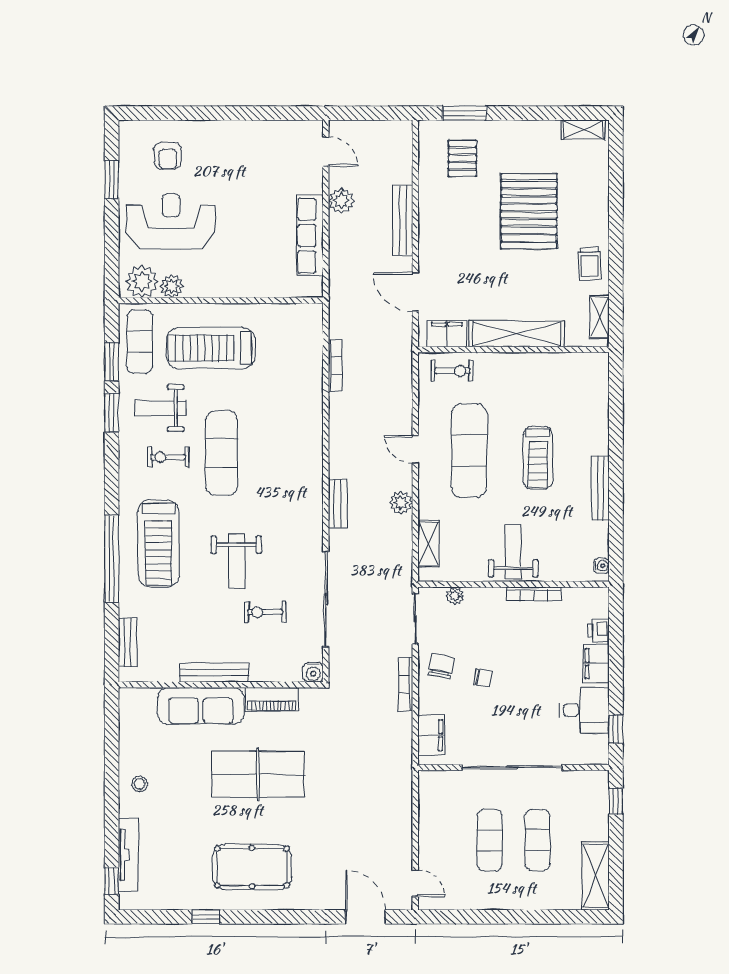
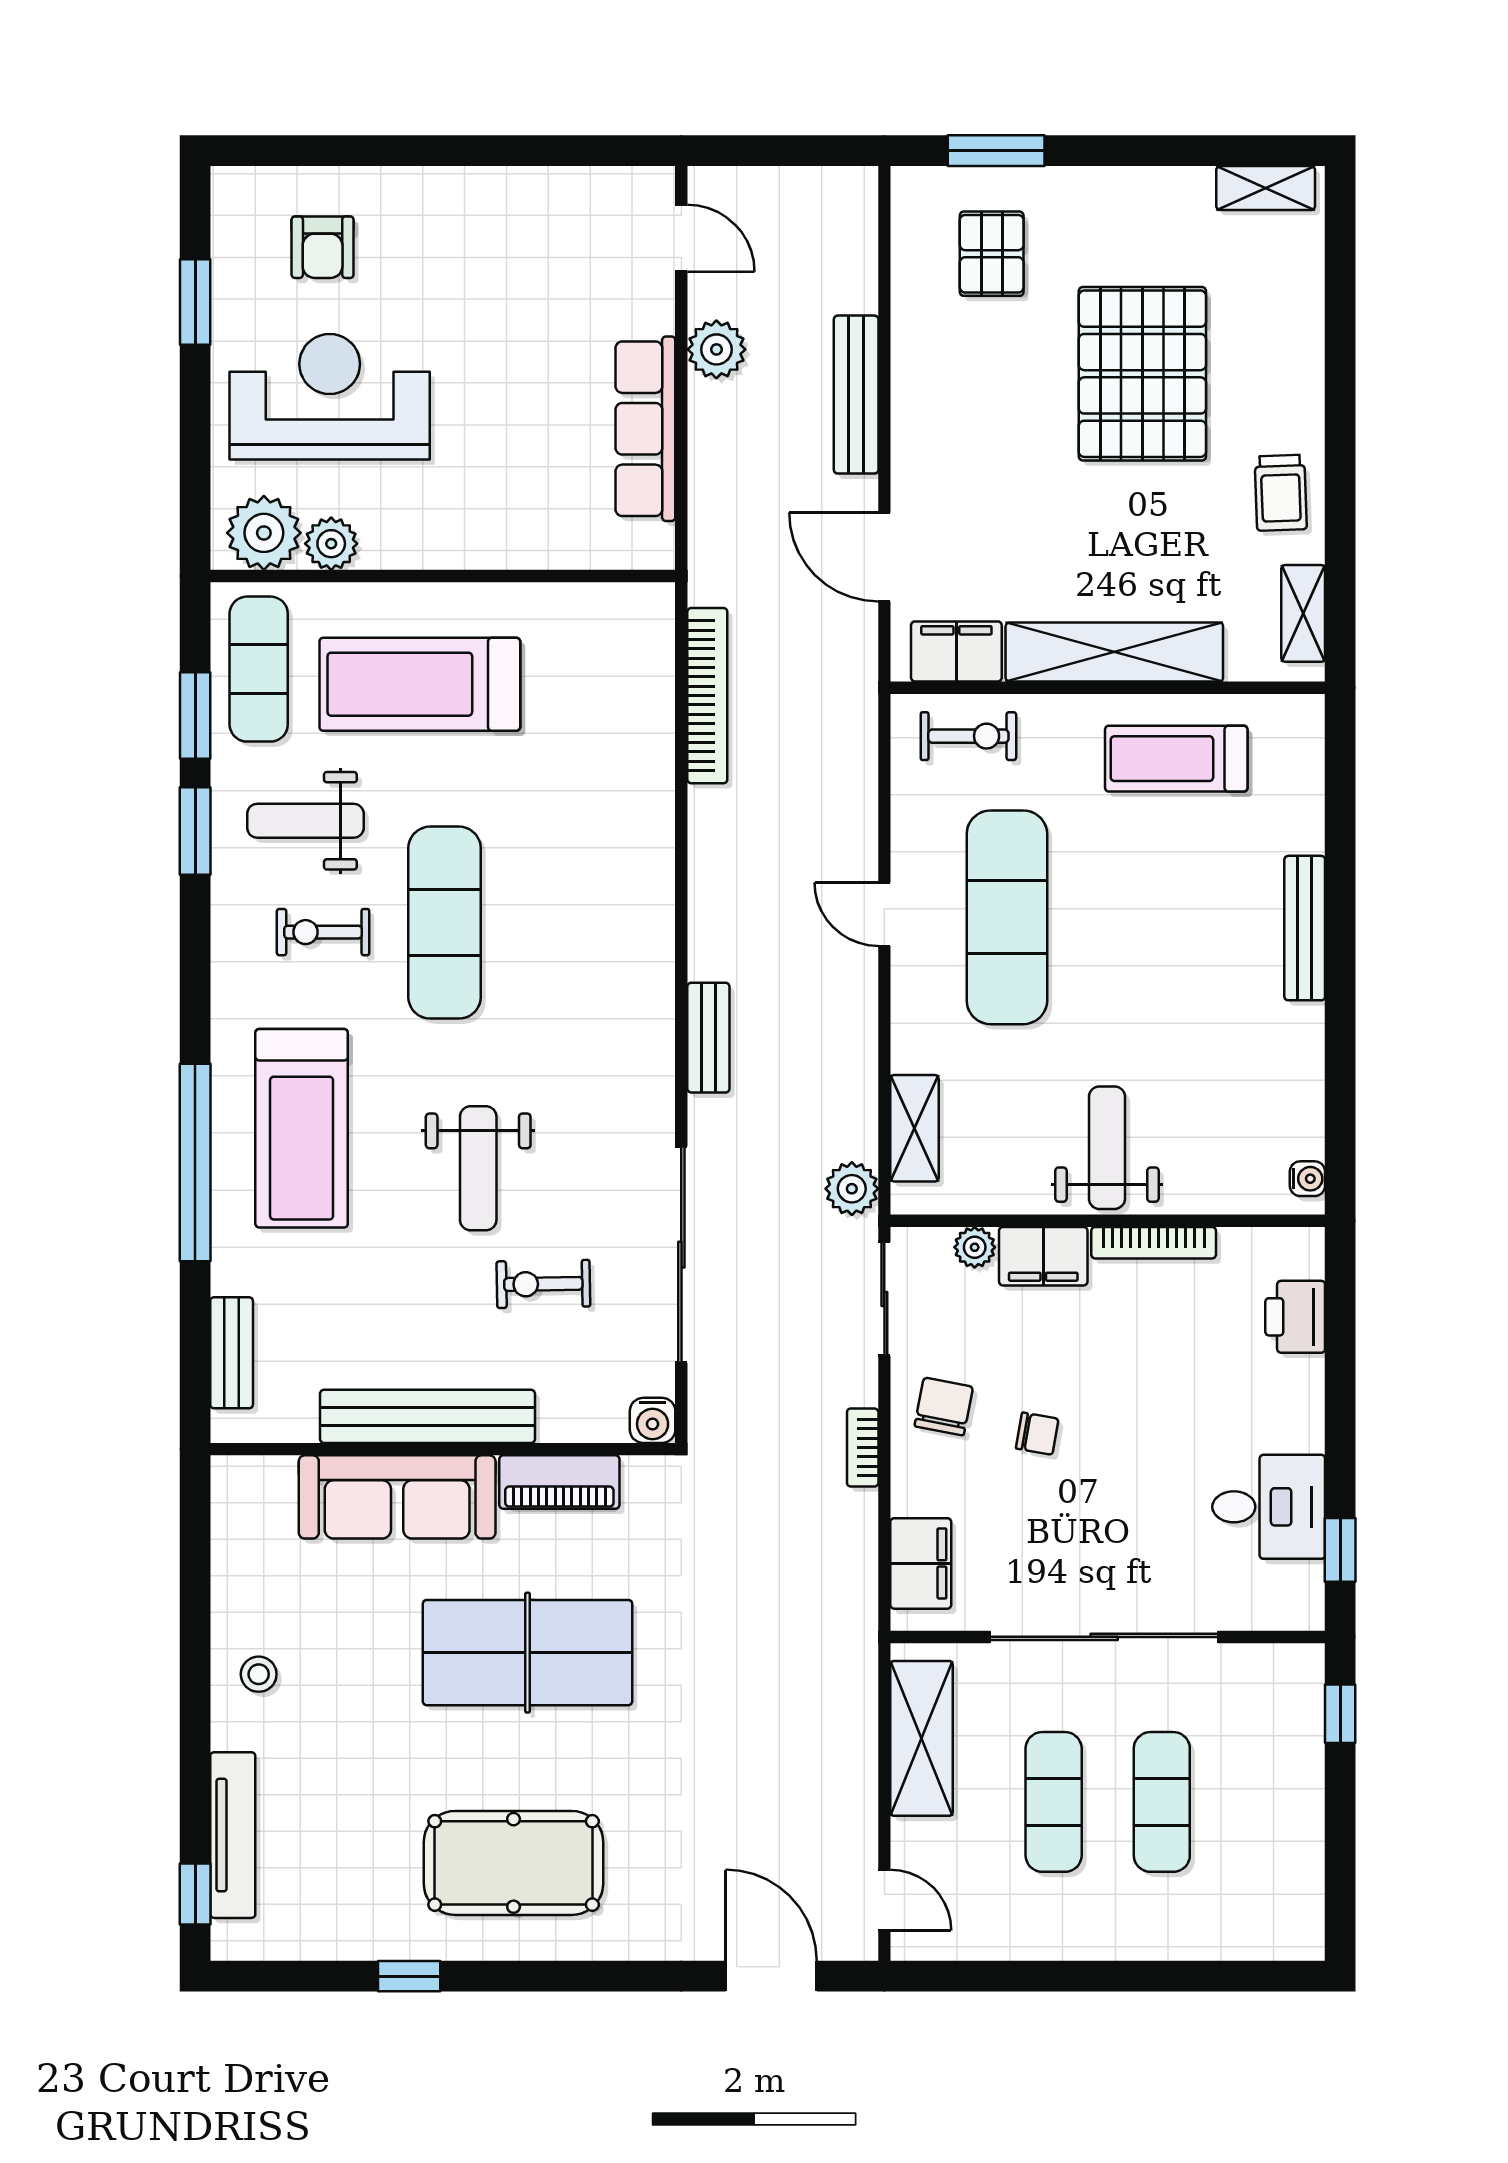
bookcase: (335, 366) -> (707, 696), width x1.48, depth x1.31
treadmill: (538, 458) -> (1176, 759), moved, turned 90
bench: (600, 488) -> (1305, 928), moved
plant: (401, 503) -> (852, 1189), moved
printer: (599, 631) -> (1295, 1317), width x1.36, depth x1.24
filing cabinet: (596, 664) -> (1043, 1256), moved, turned -90
bench: (214, 672) -> (428, 1416), width x1.37, depth x1.21
bookcase: (406, 684) -> (863, 1447), width x0.64
shelving: (596, 876) -> (922, 1738), moved

